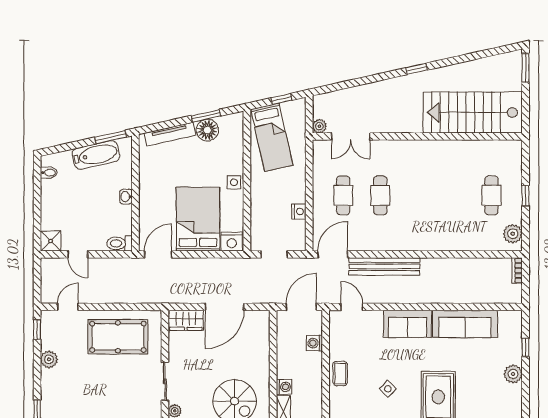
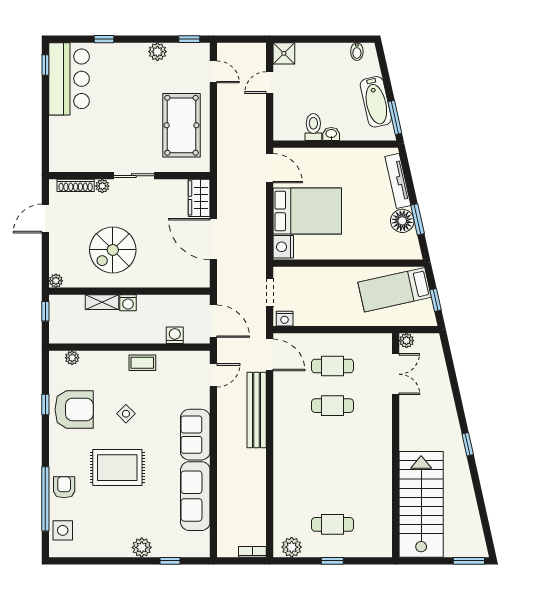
double door: (351, 136) -> (396, 374), swing flipped
side table: (234, 182) -> (347, 249), removed
nightstand: (299, 212) -> (285, 319), moved
toilet: (119, 243) -> (313, 127), moved

